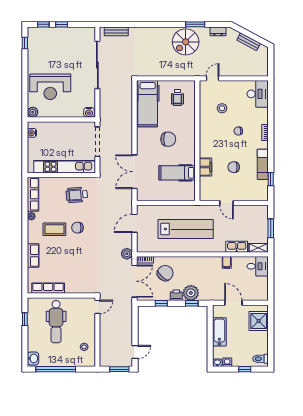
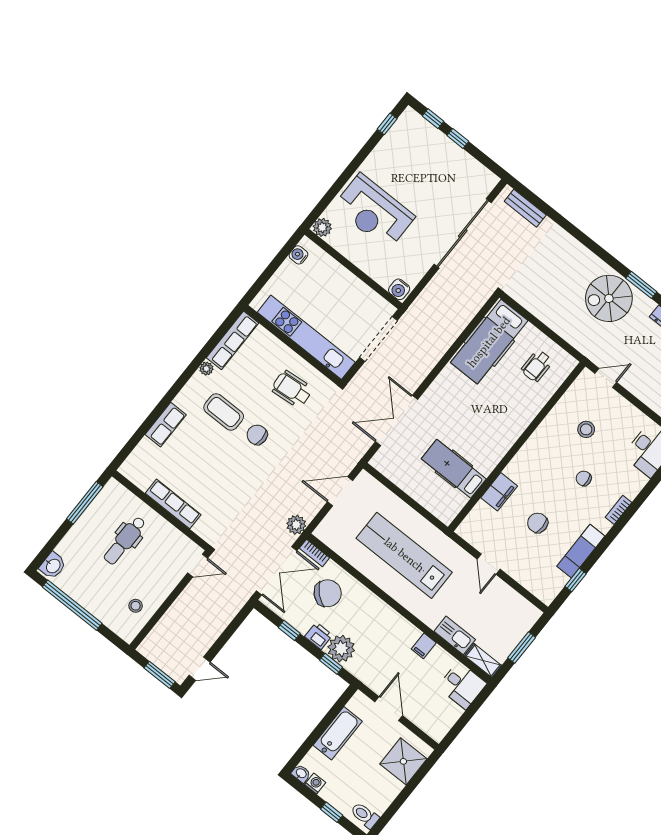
chair: (168, 139) -> (479, 413), removed
lab bench: (186, 229) -> (404, 555), turned 180
row of seats: (48, 288) -> (173, 504), moved
window: (25, 319) -> (85, 503), width x2.17
dental chair: (56, 322) -> (125, 540), width x0.73, depth x0.72

